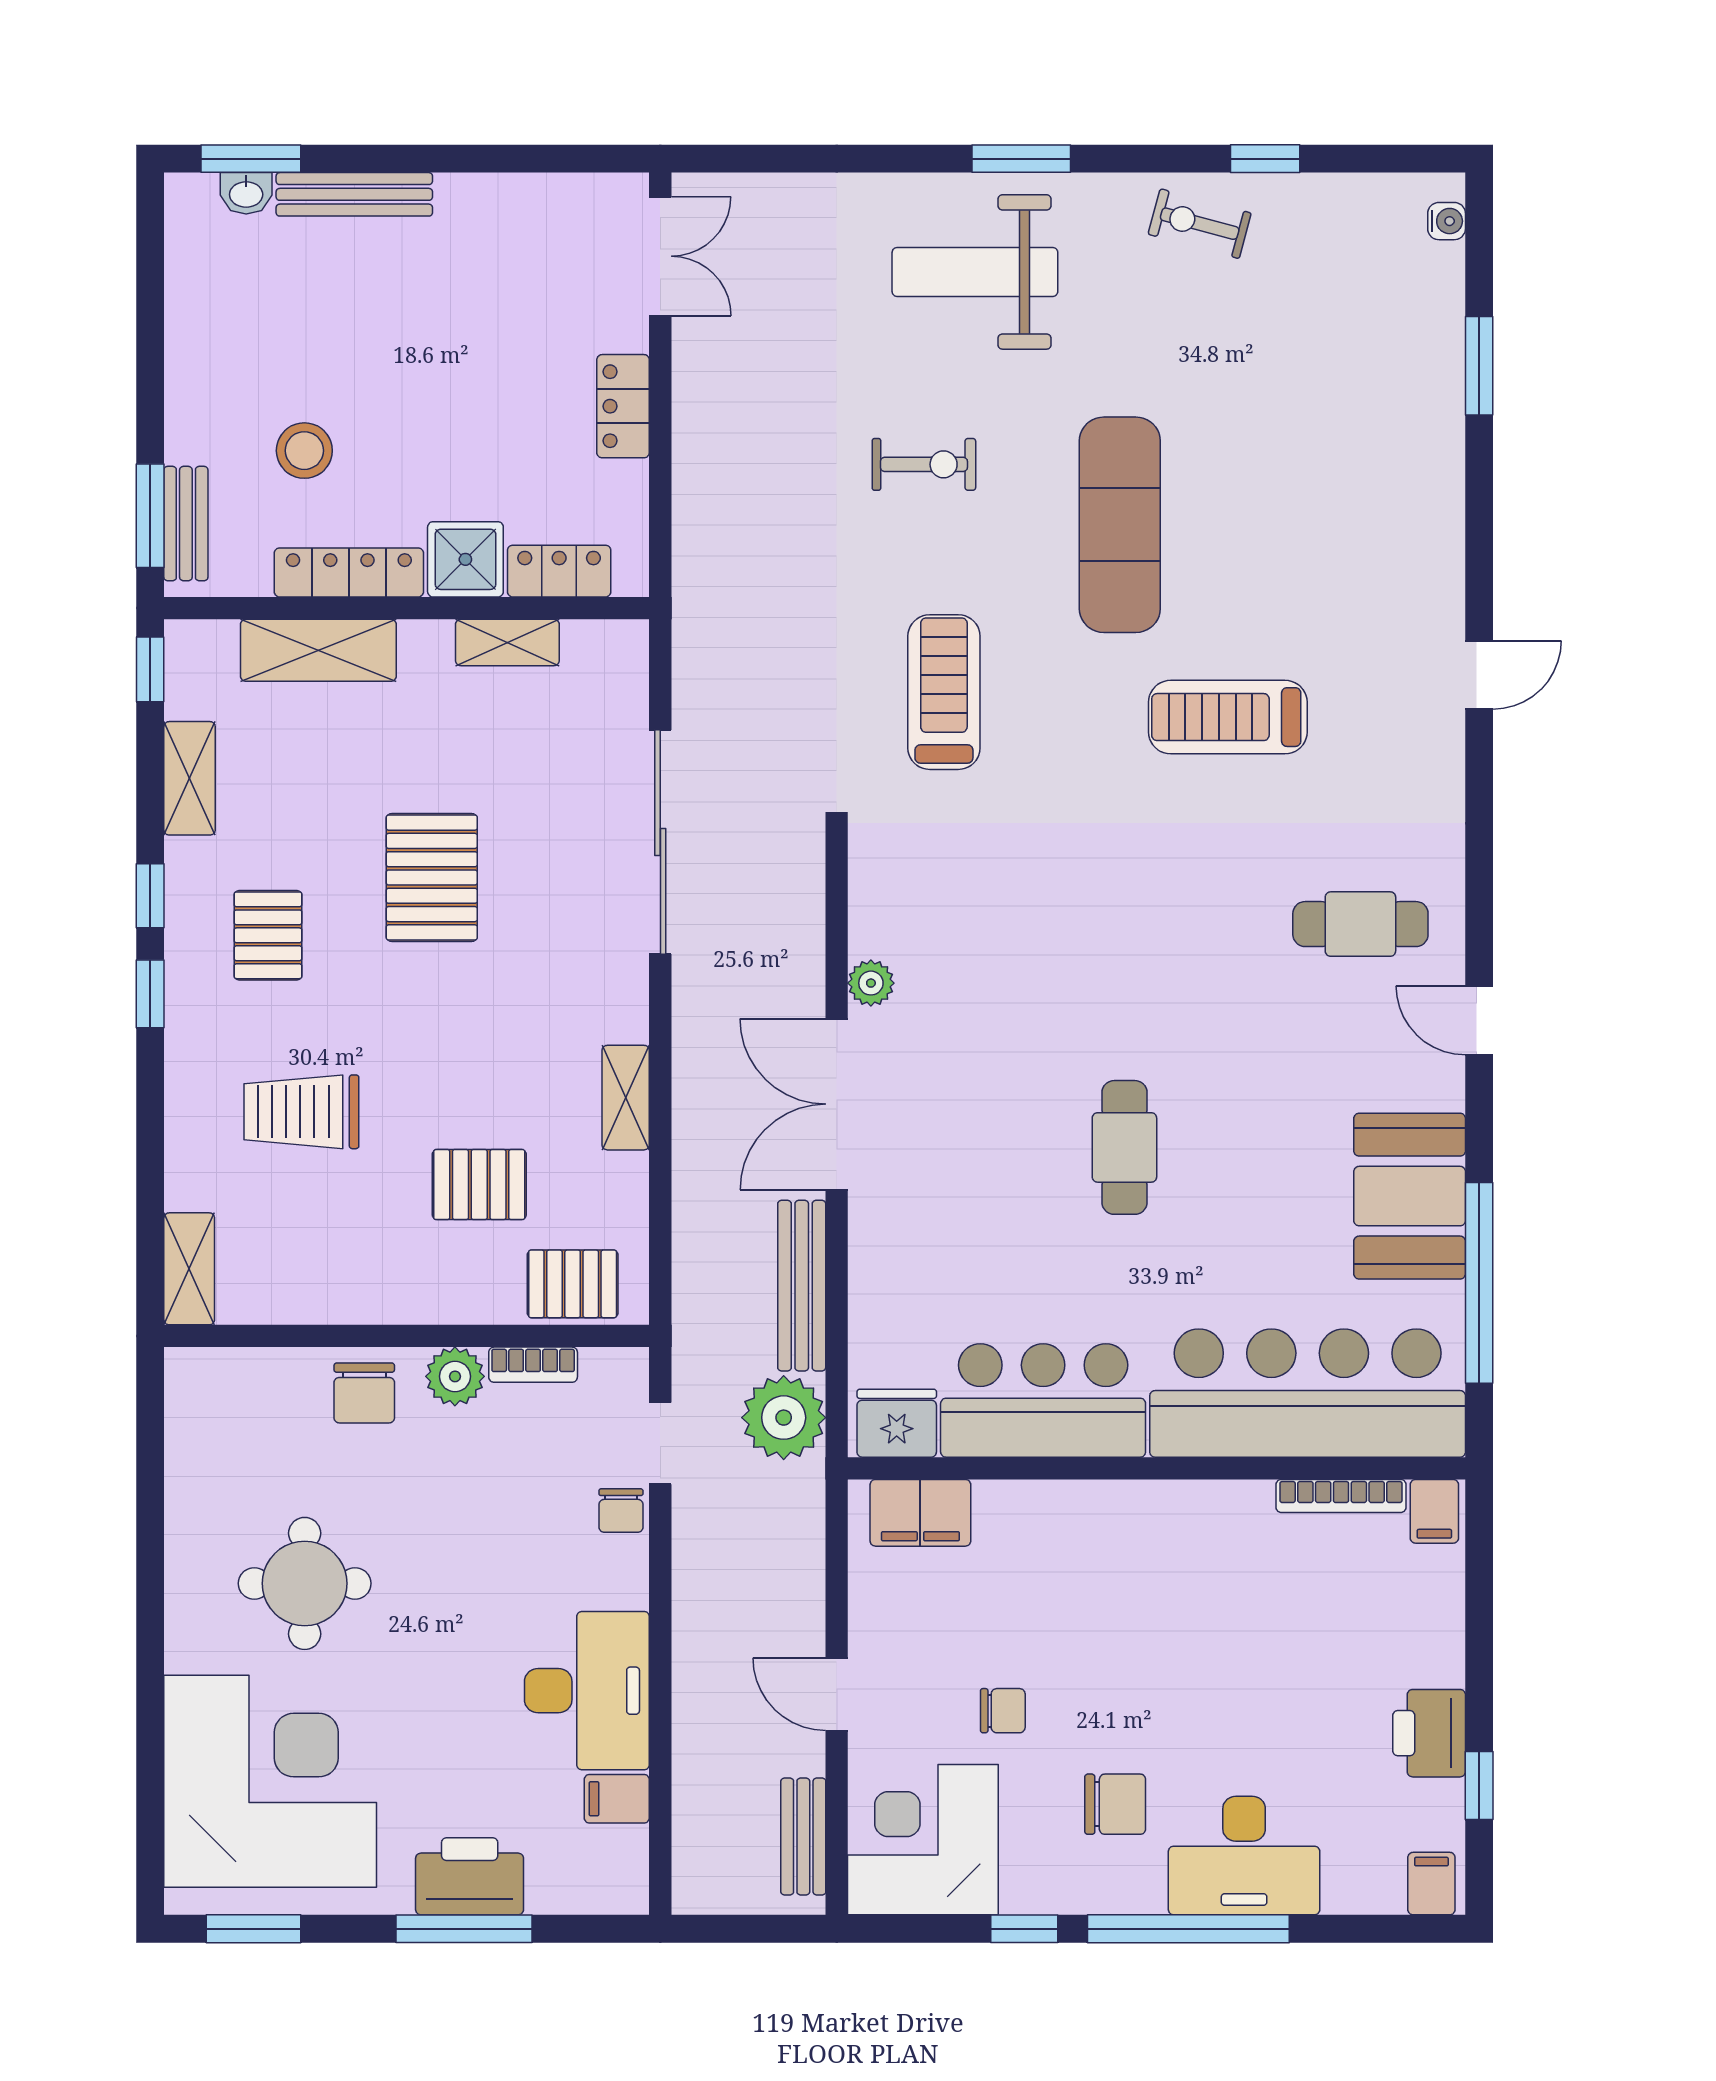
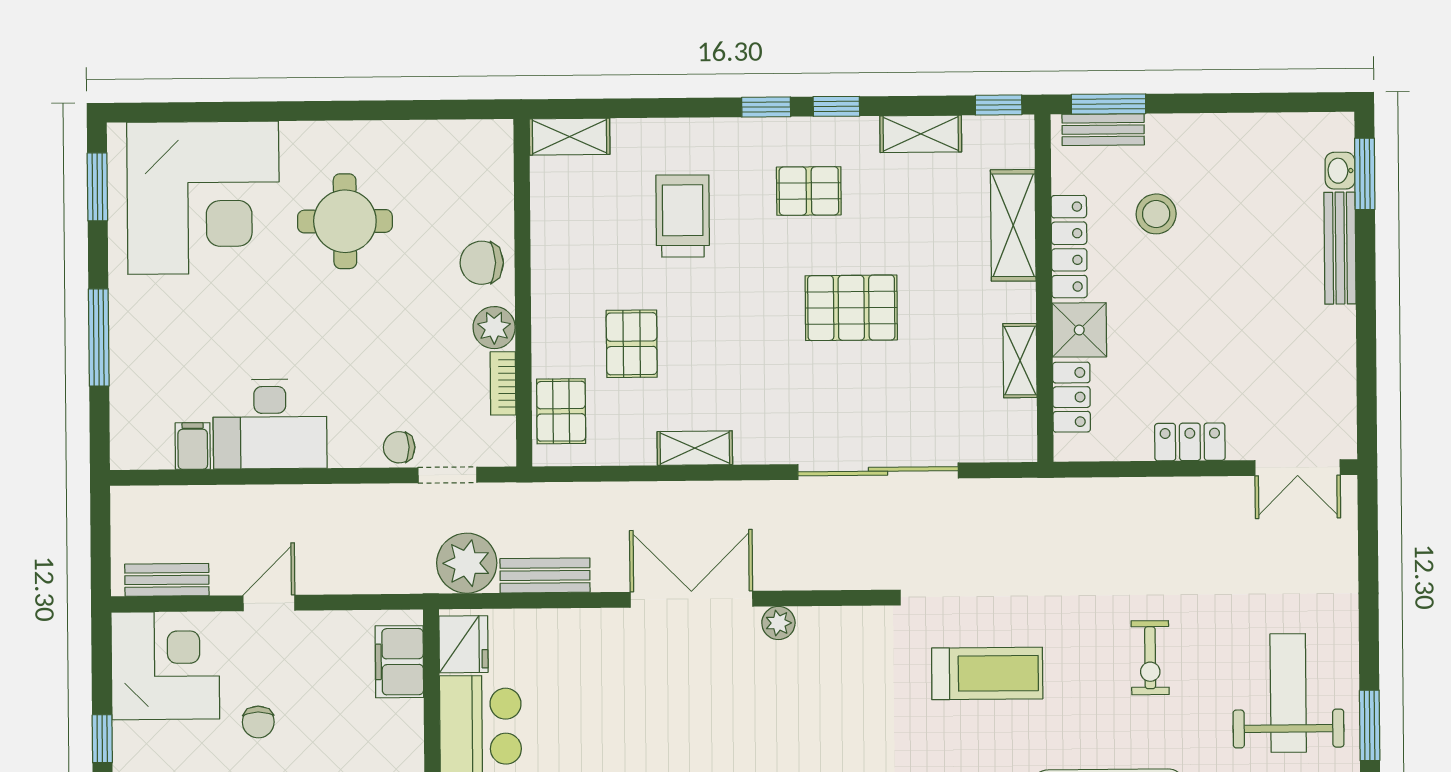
bench: (802, 1286) -> (545, 575), width x0.73
printer: (470, 1876) -> (136, 341), removed

